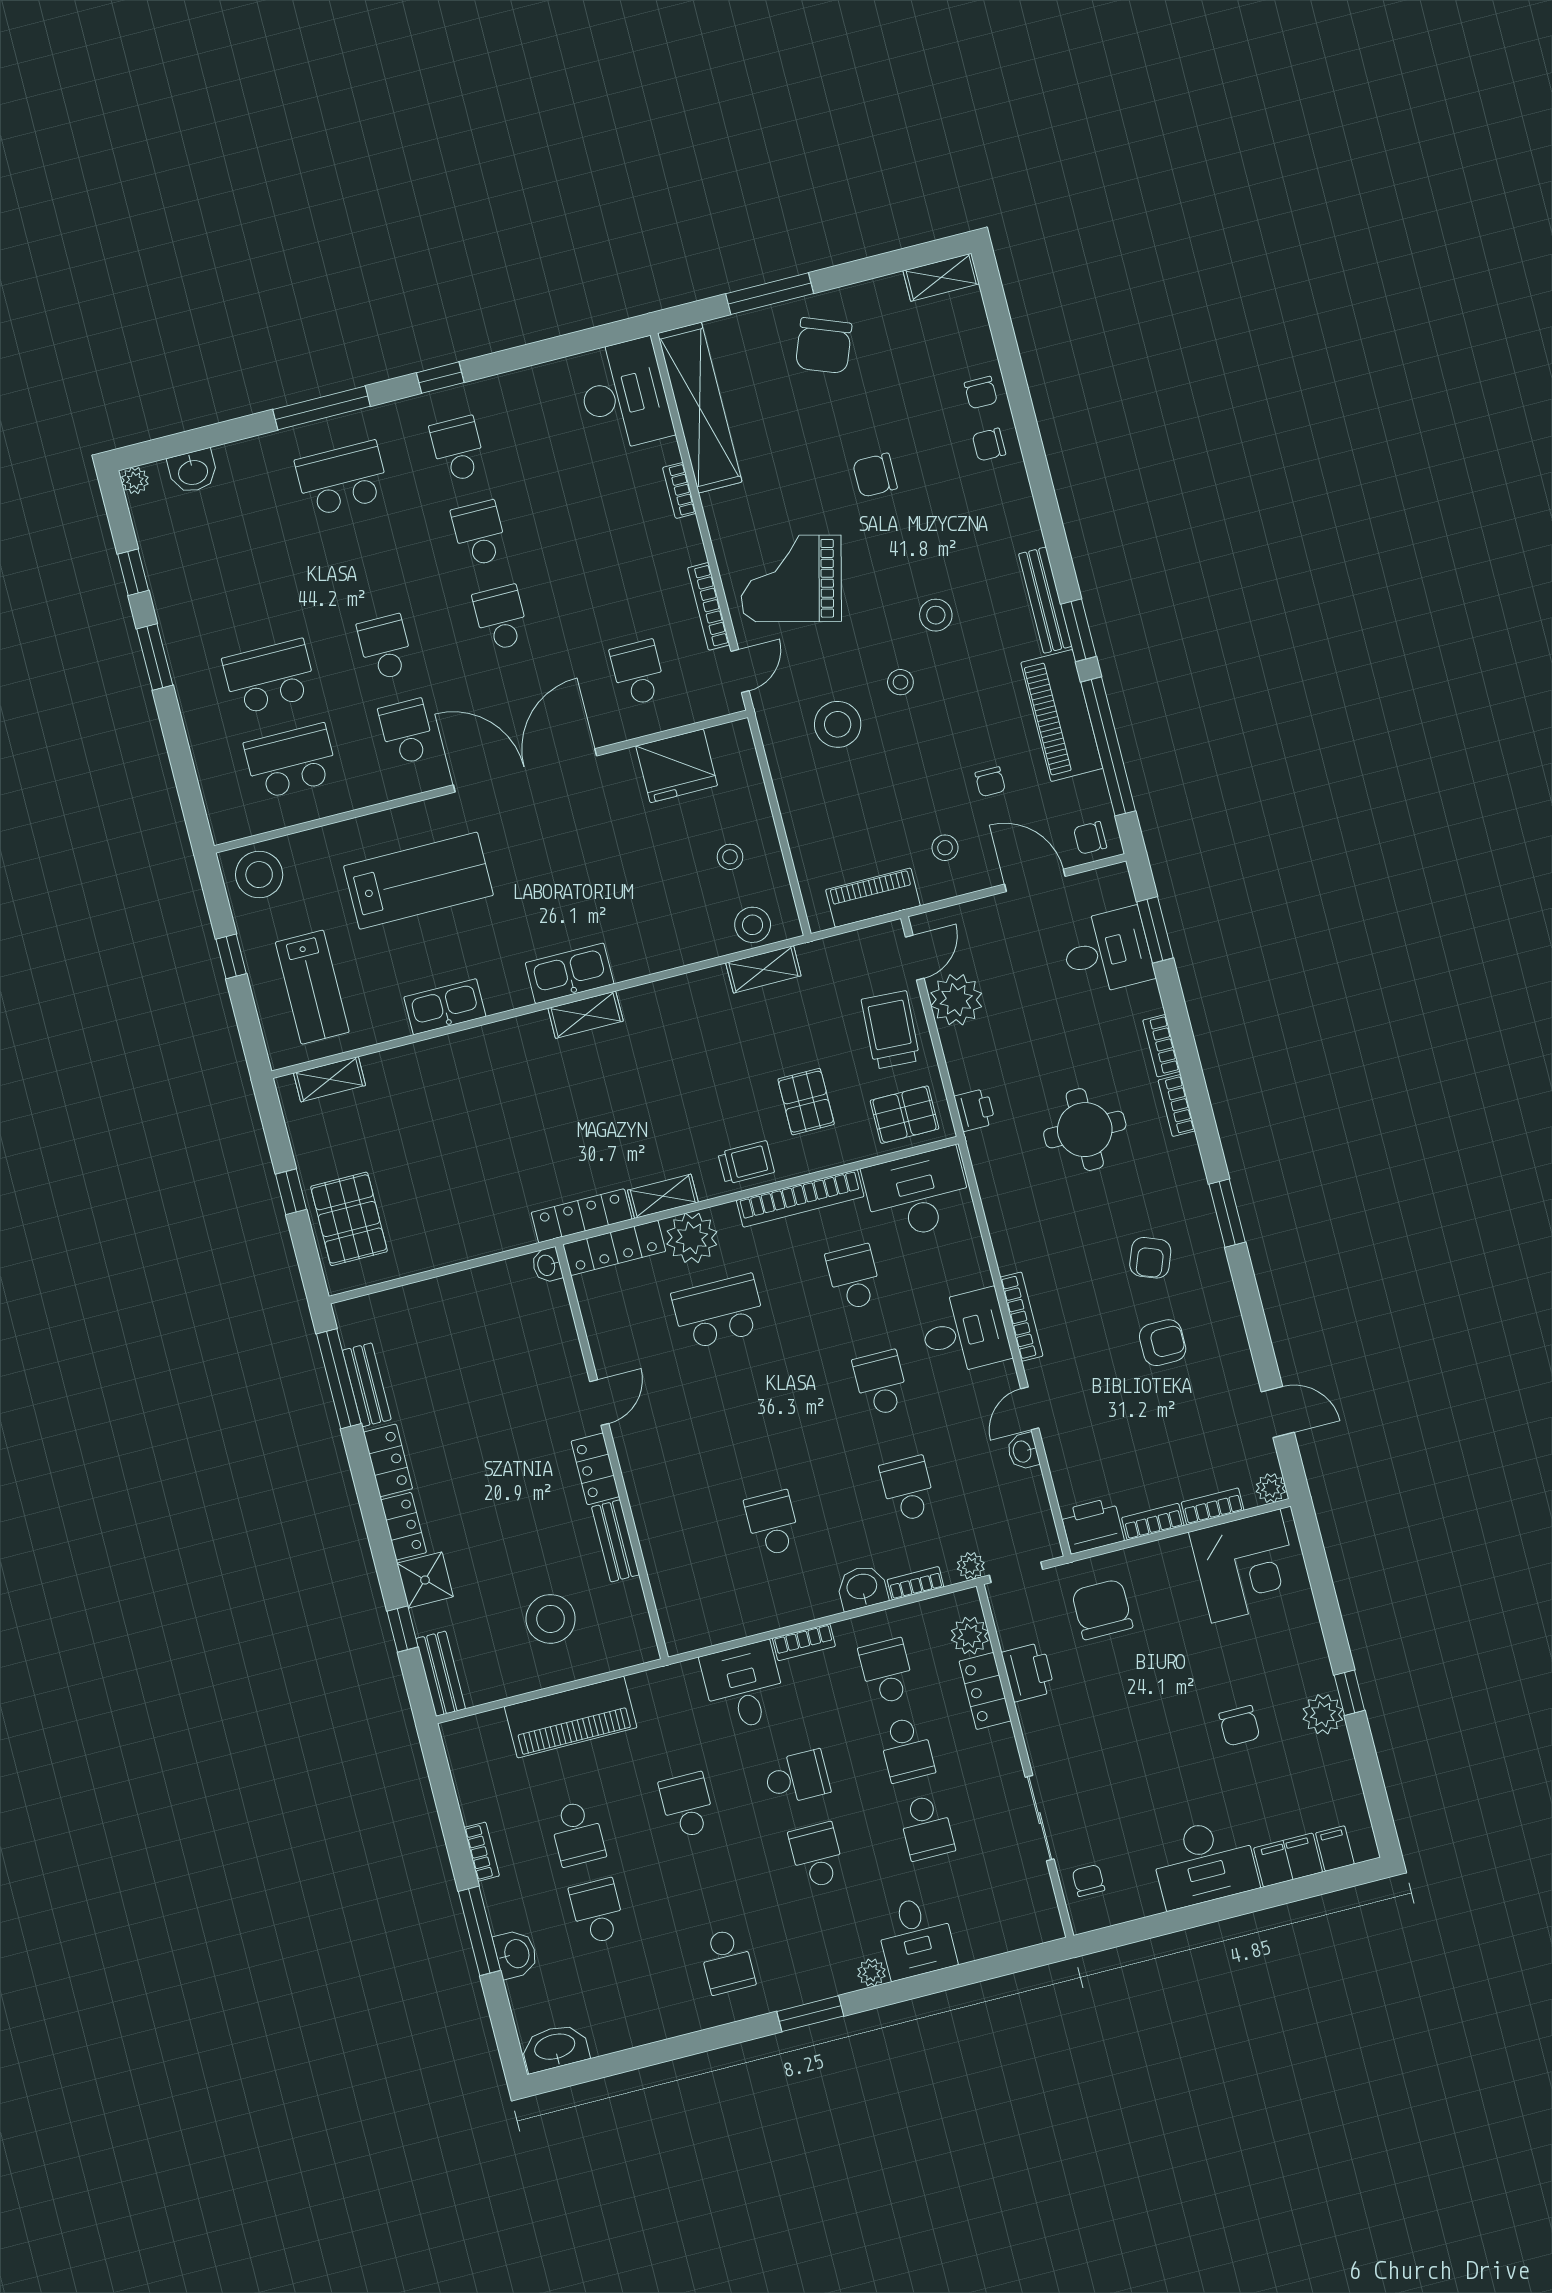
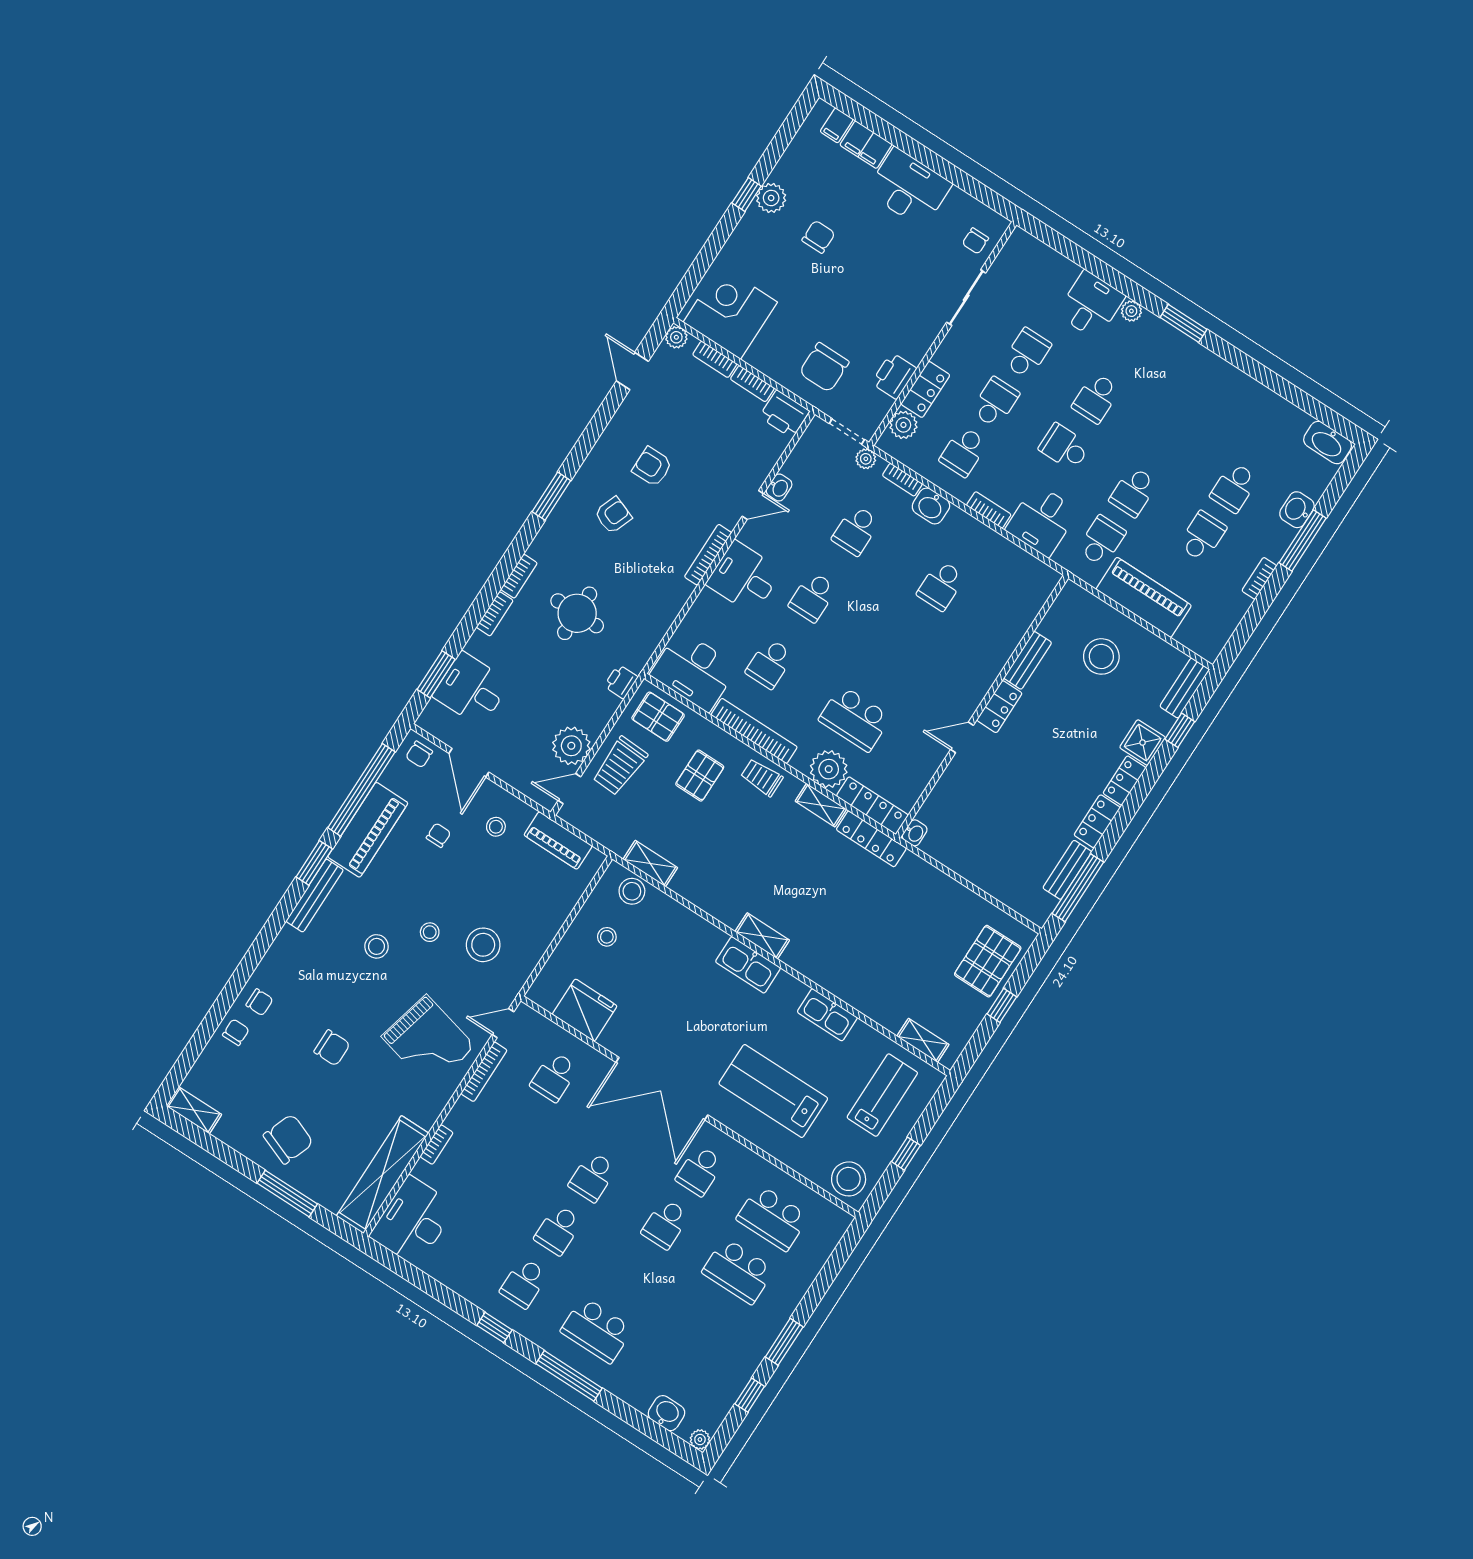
chair: (1090, 838) -> (419, 754), turned 90
school desk: (727, 1961) -> (1102, 541), moved

